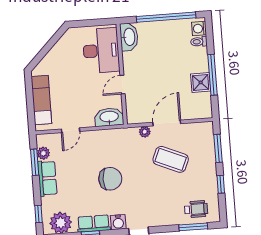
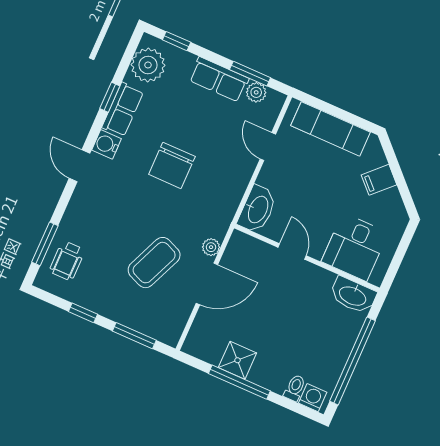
desk: (101, 51) -> (355, 247), width x0.73
filing cabinet: (56, 57) -> (379, 180), added
door: (167, 123) -> (207, 284), hinge flipped

